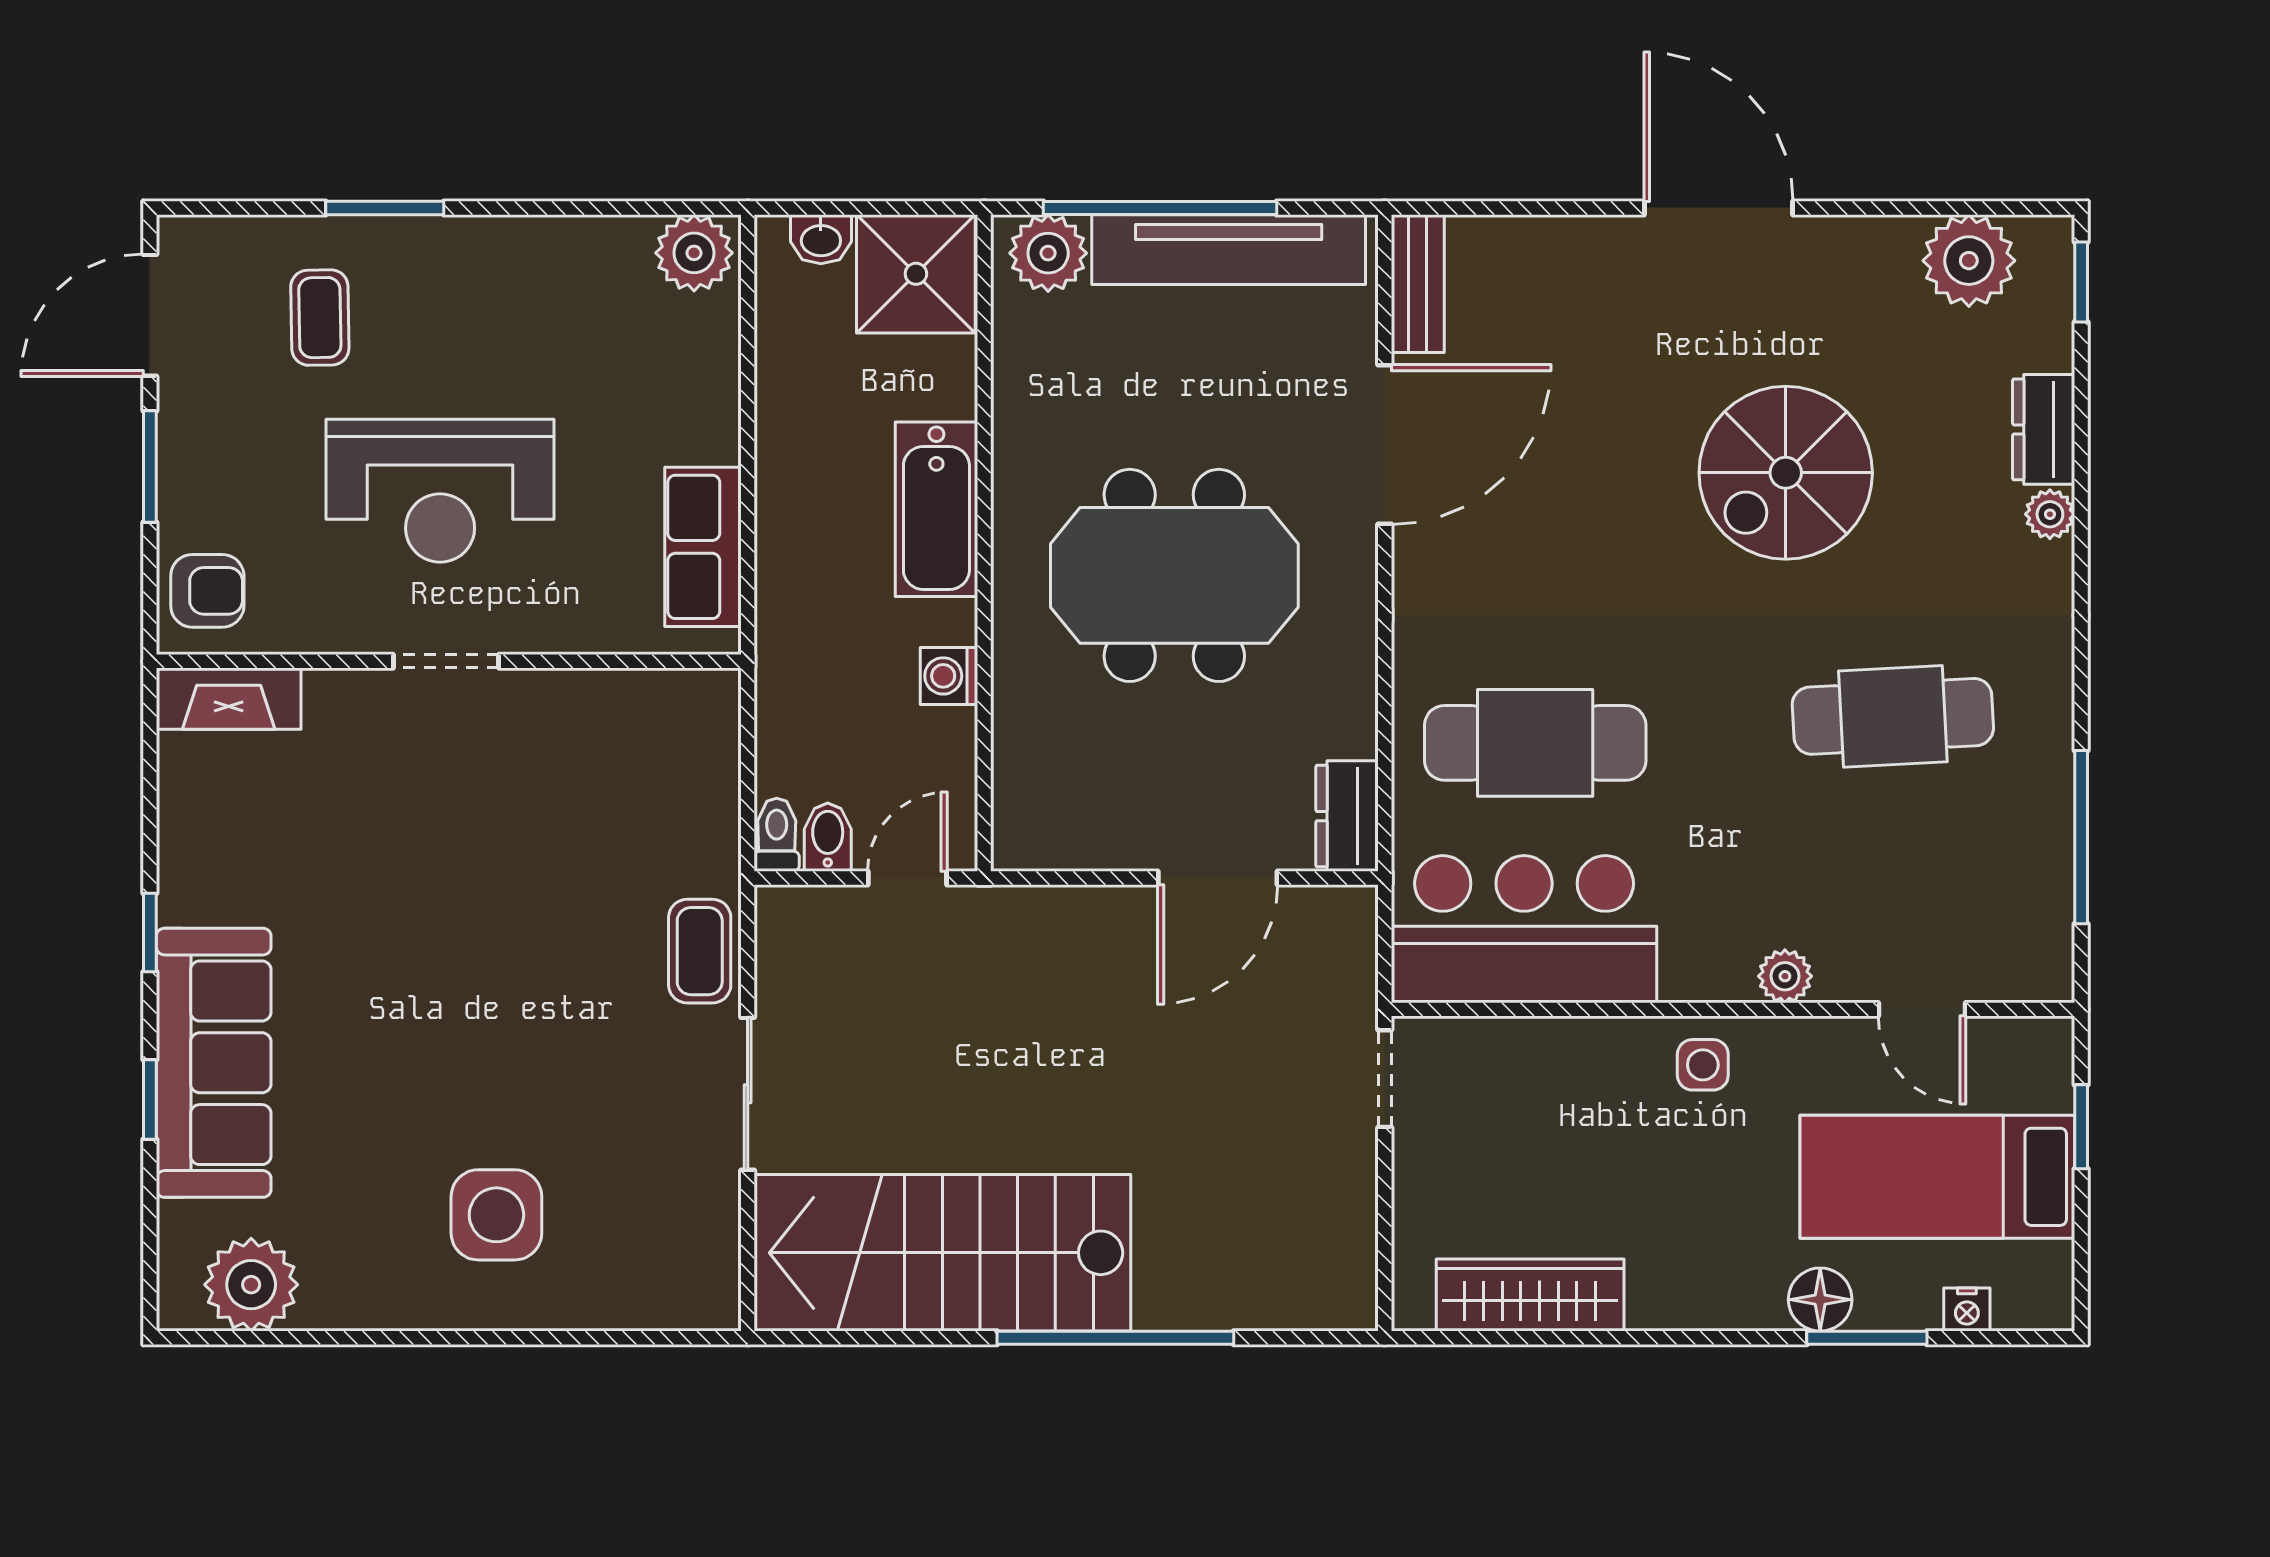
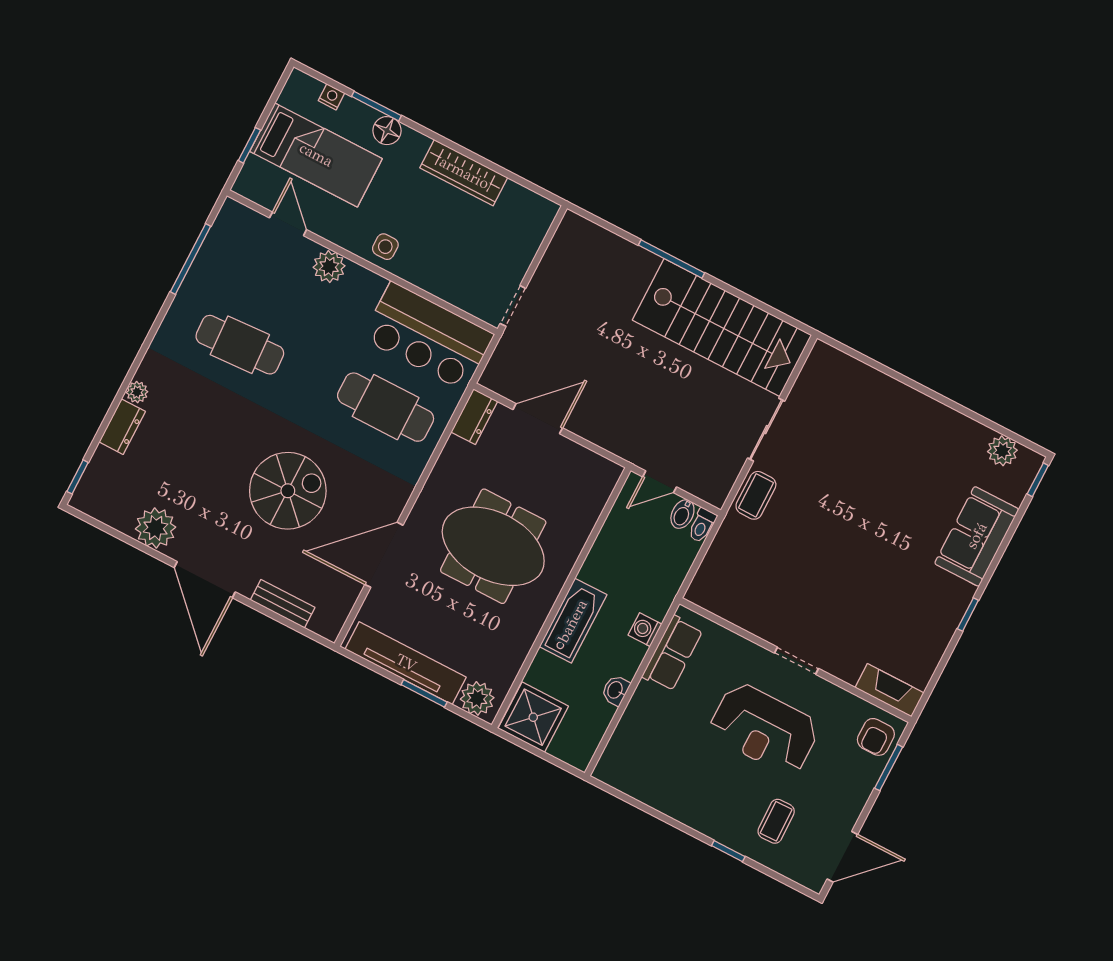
window: (385, 208) -> (728, 851), width x0.67
window: (1160, 208) -> (424, 693), width x0.47
washbasin: (821, 239) -> (616, 690), moved, turned -90
plant: (694, 253) -> (616, 771), removed
plant: (1969, 261) -> (156, 528), moved
bench: (1418, 284) -> (283, 604), moved, turned 90
window: (150, 466) -> (889, 768), moved
spiral stairs: (1786, 473) -> (288, 491), moved
reception desk: (440, 491) -> (764, 729), turned 180
armchair: (207, 591) -> (876, 737), turned -90
washing machine: (949, 676) -> (645, 630), moved, turned 180
plant: (1785, 976) -> (329, 267), width x1.38, depth x1.38
sofa: (214, 1063) -> (977, 536), width x0.73
window: (150, 1099) -> (1038, 480), moved
side table: (496, 1215) -> (889, 433), removed
plant: (251, 1285) -> (1002, 451), width x0.73, depth x0.73
wardrobe: (1530, 1295) -> (464, 173), moved
window: (1115, 1338) -> (671, 259), width x0.68

